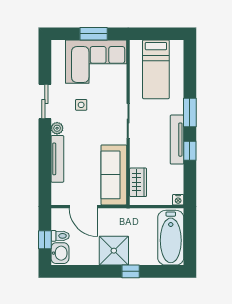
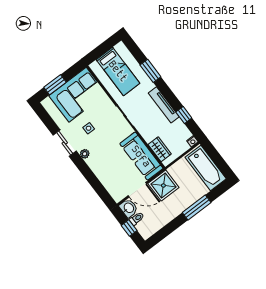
window: (94, 34) -> (55, 85), moved
window: (190, 112) -> (150, 71), moved
window: (190, 151) -> (184, 115), moved
tv unit: (57, 159) -> (99, 173), removed
shower: (114, 251) -> (163, 185), moved
washbasin: (60, 253) -> (129, 208), moved
window: (131, 271) -> (197, 207), width x2.17

